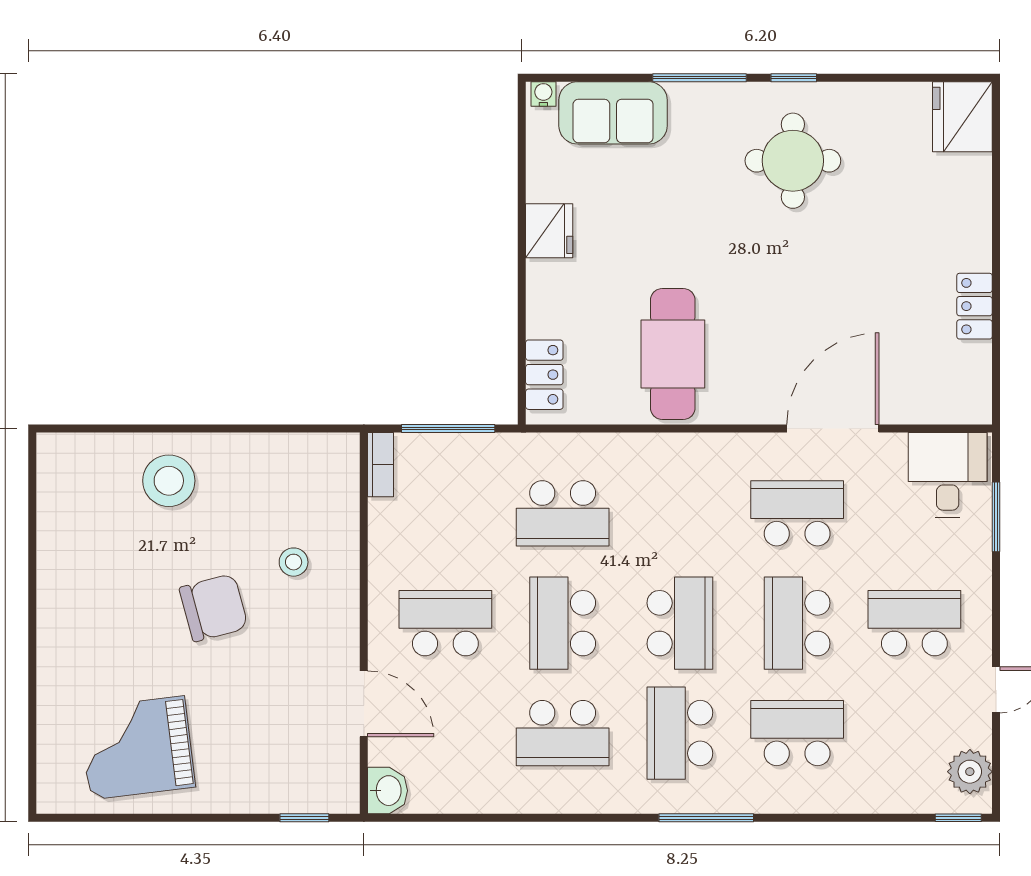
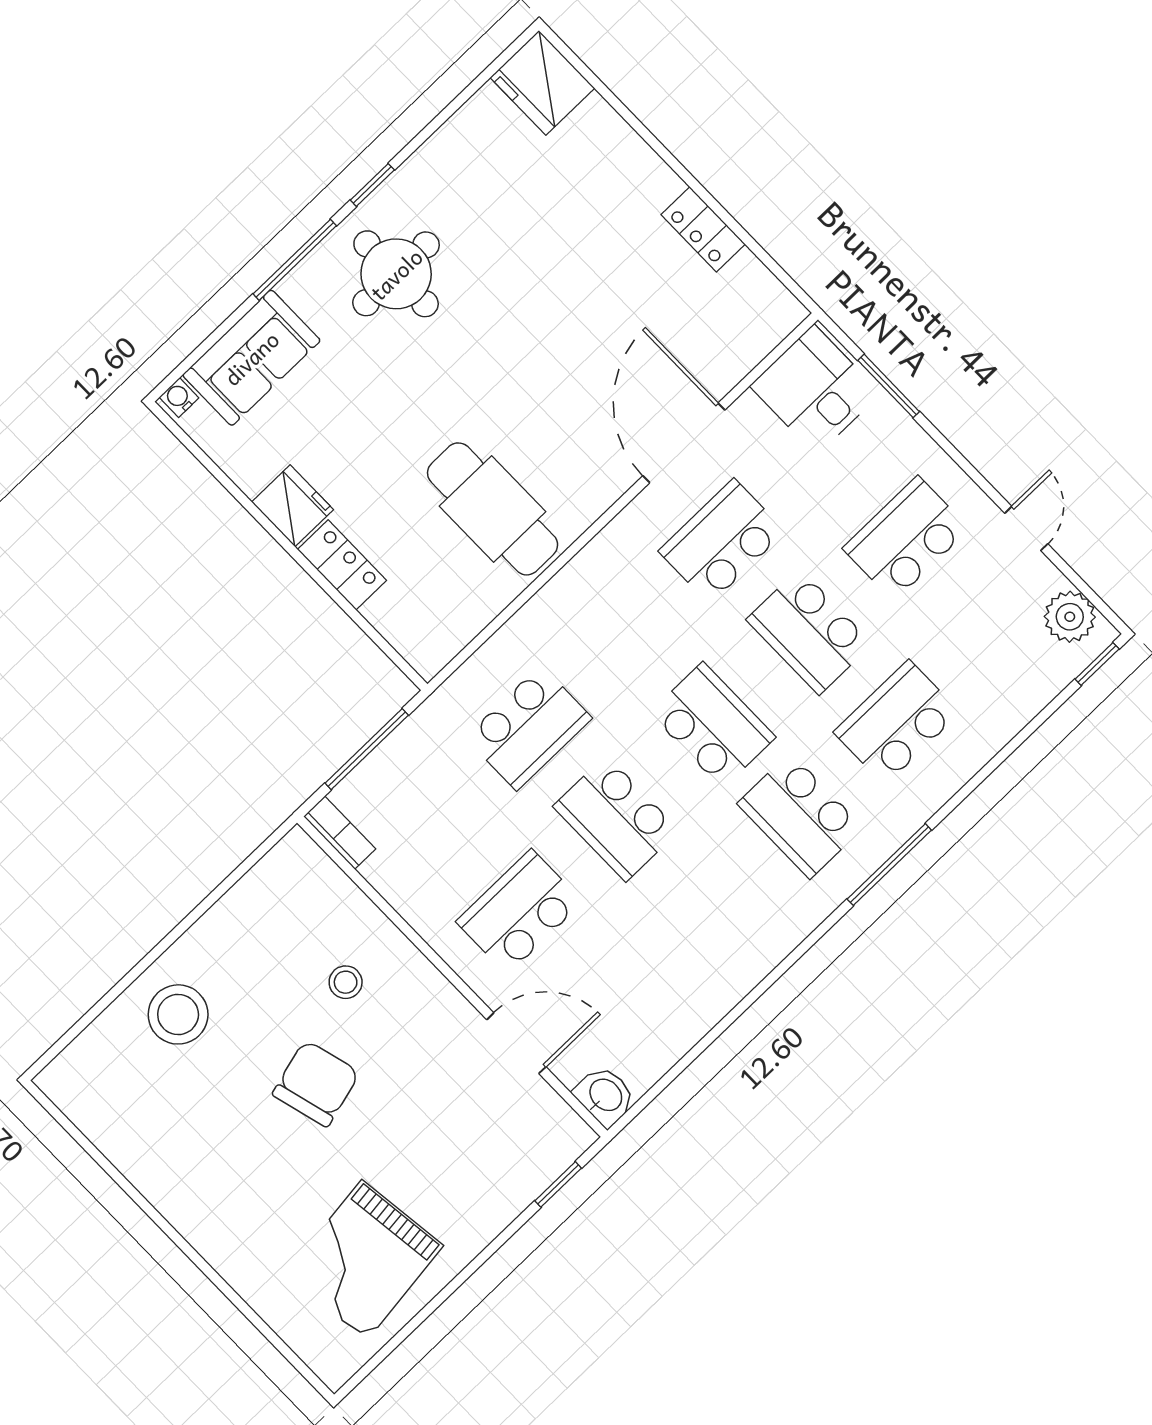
round table: (793, 161) -> (396, 274), moved
locker: (544, 375) -> (342, 565), moved
school desk: (563, 733) -> (703, 909), removed

